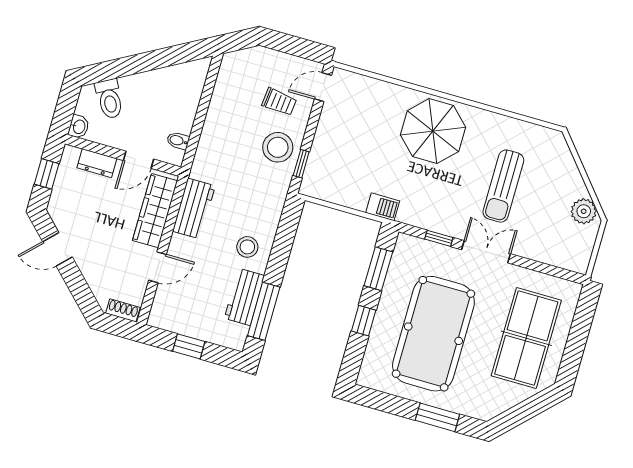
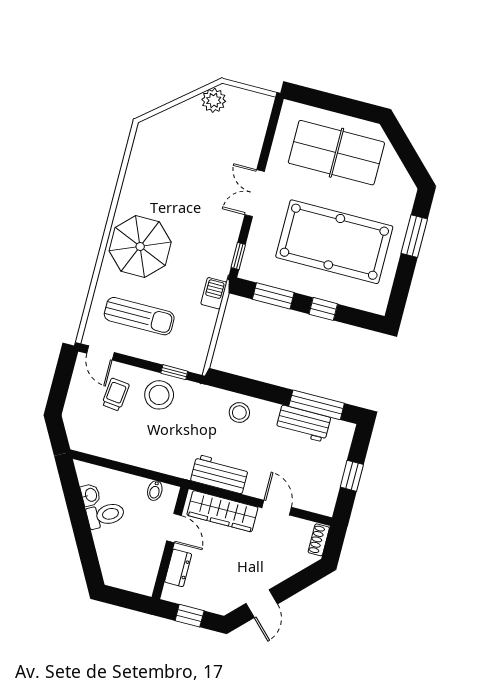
toilet: (109, 99) -> (106, 515), moved
washbasin: (79, 127) -> (90, 495), moved, turned 61
sun lounger: (503, 186) -> (139, 316), moved
window: (439, 238) -> (238, 256), moved
stool: (247, 247) -> (239, 412), moved

